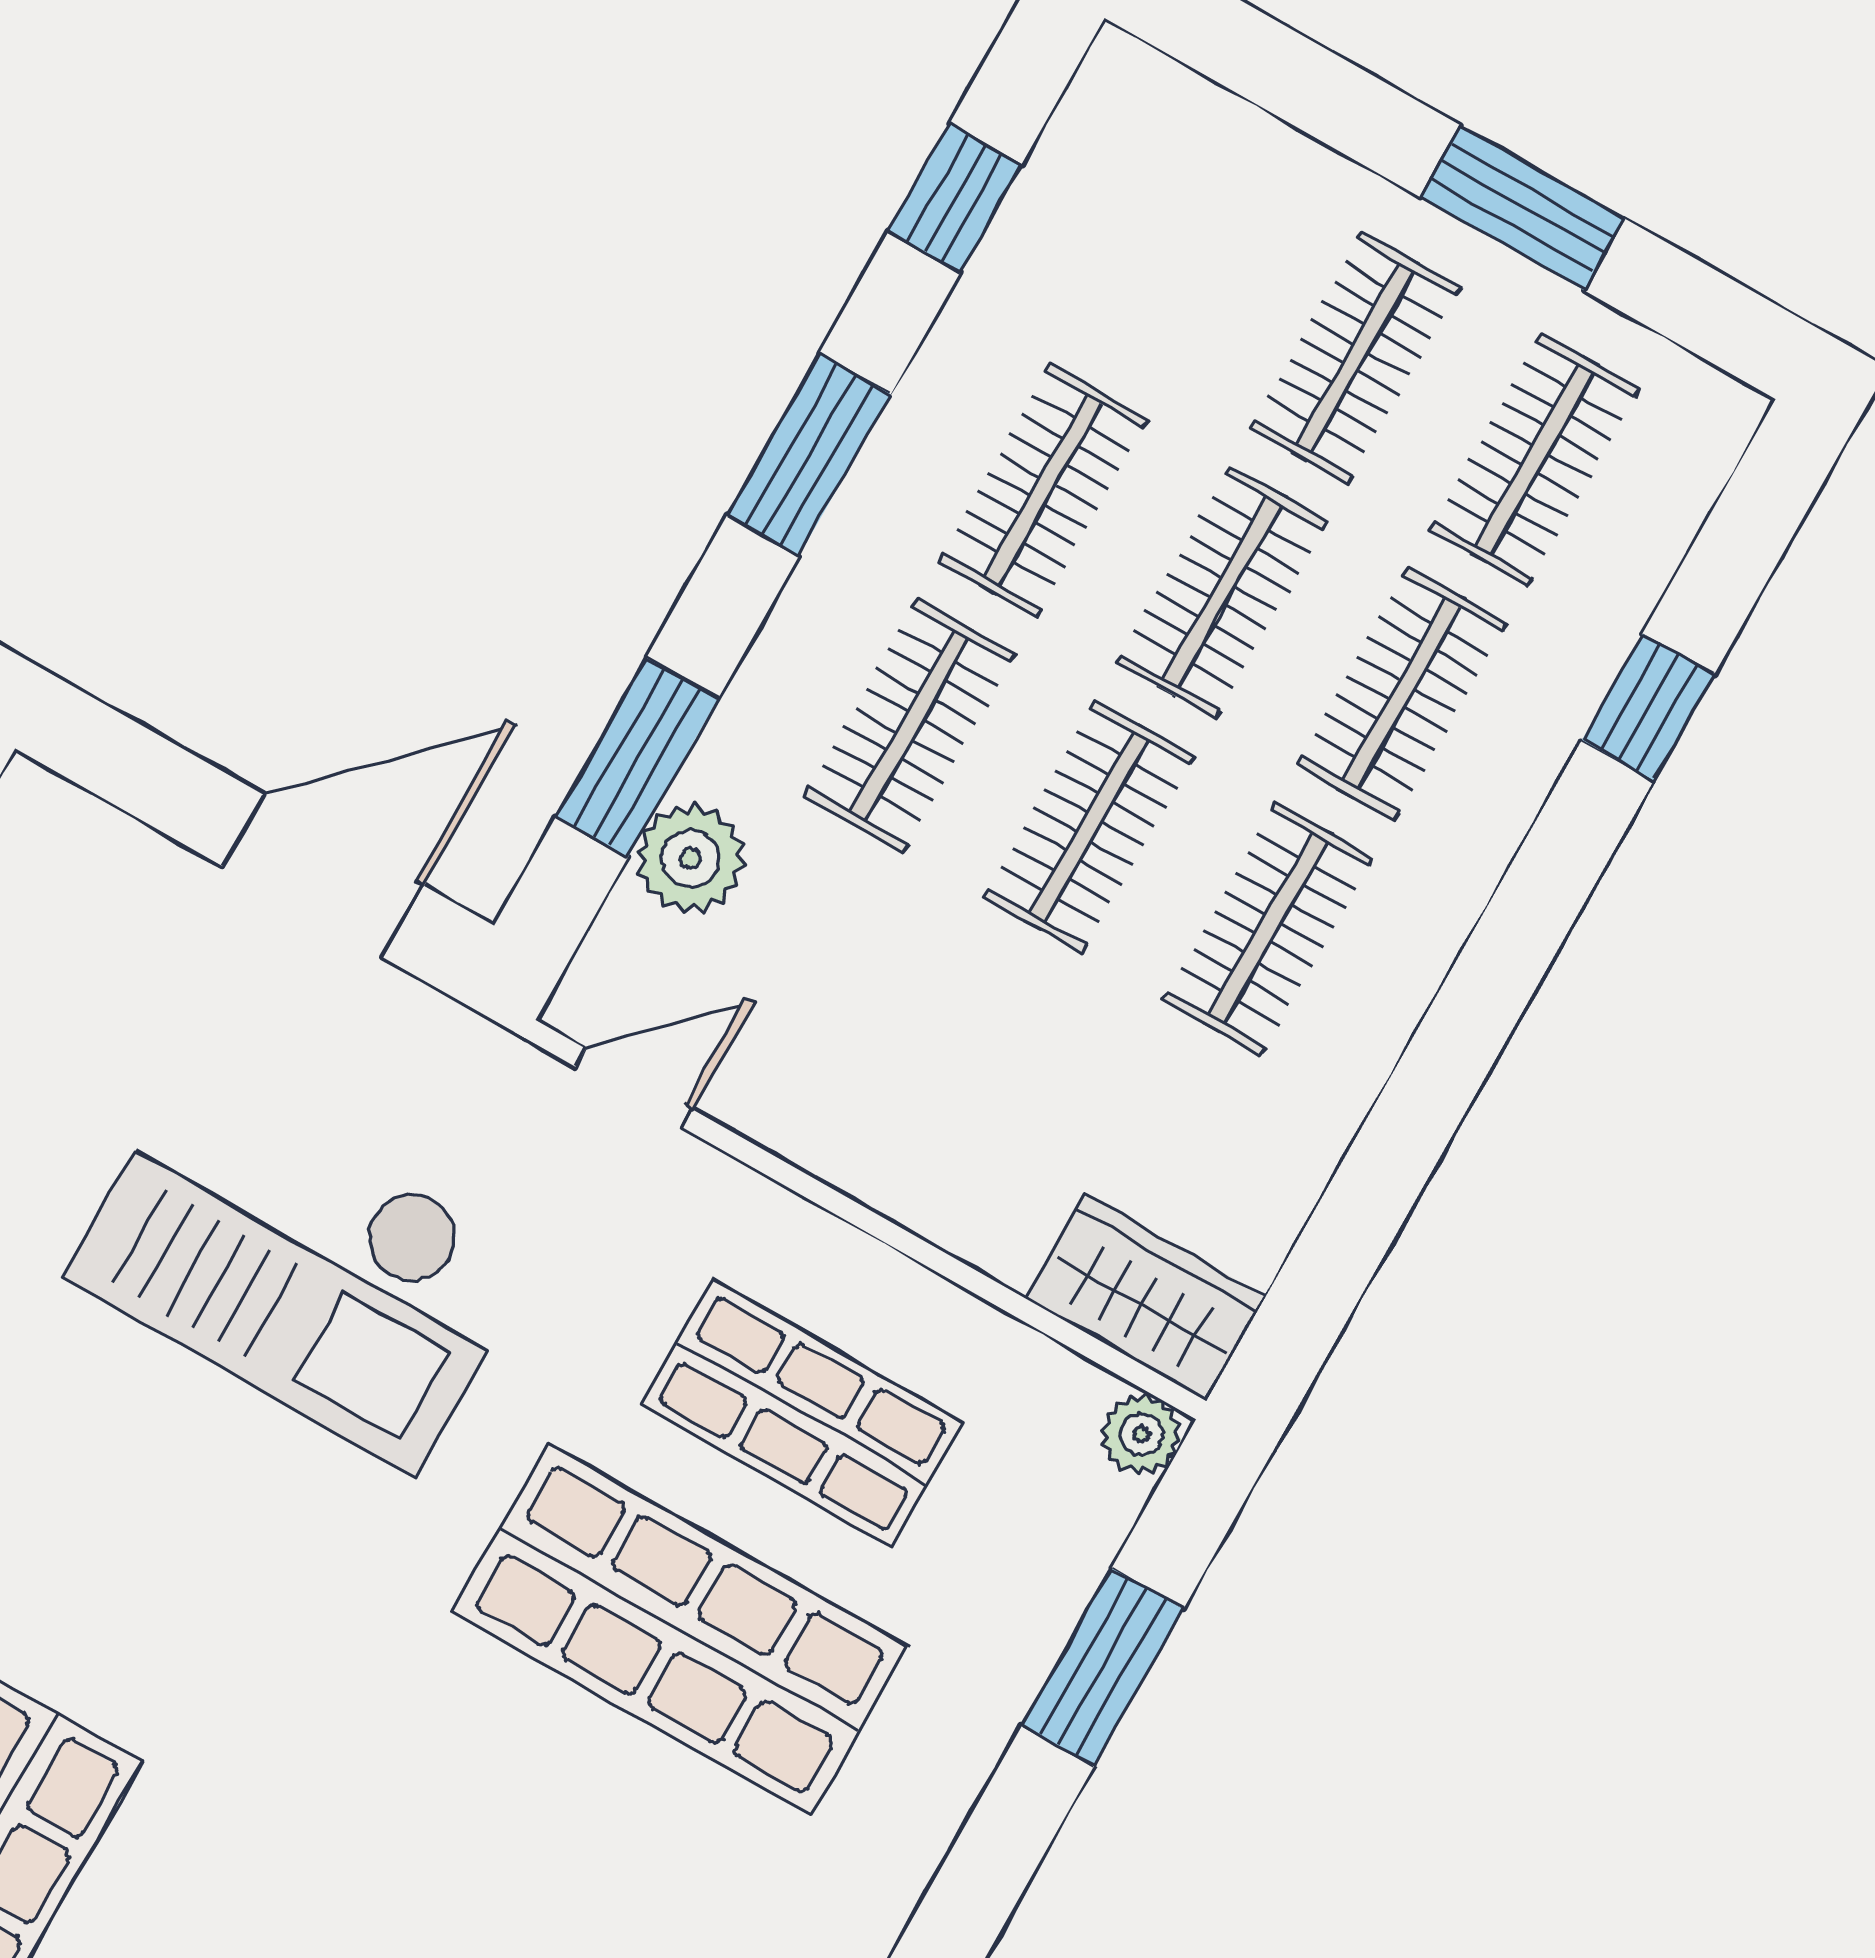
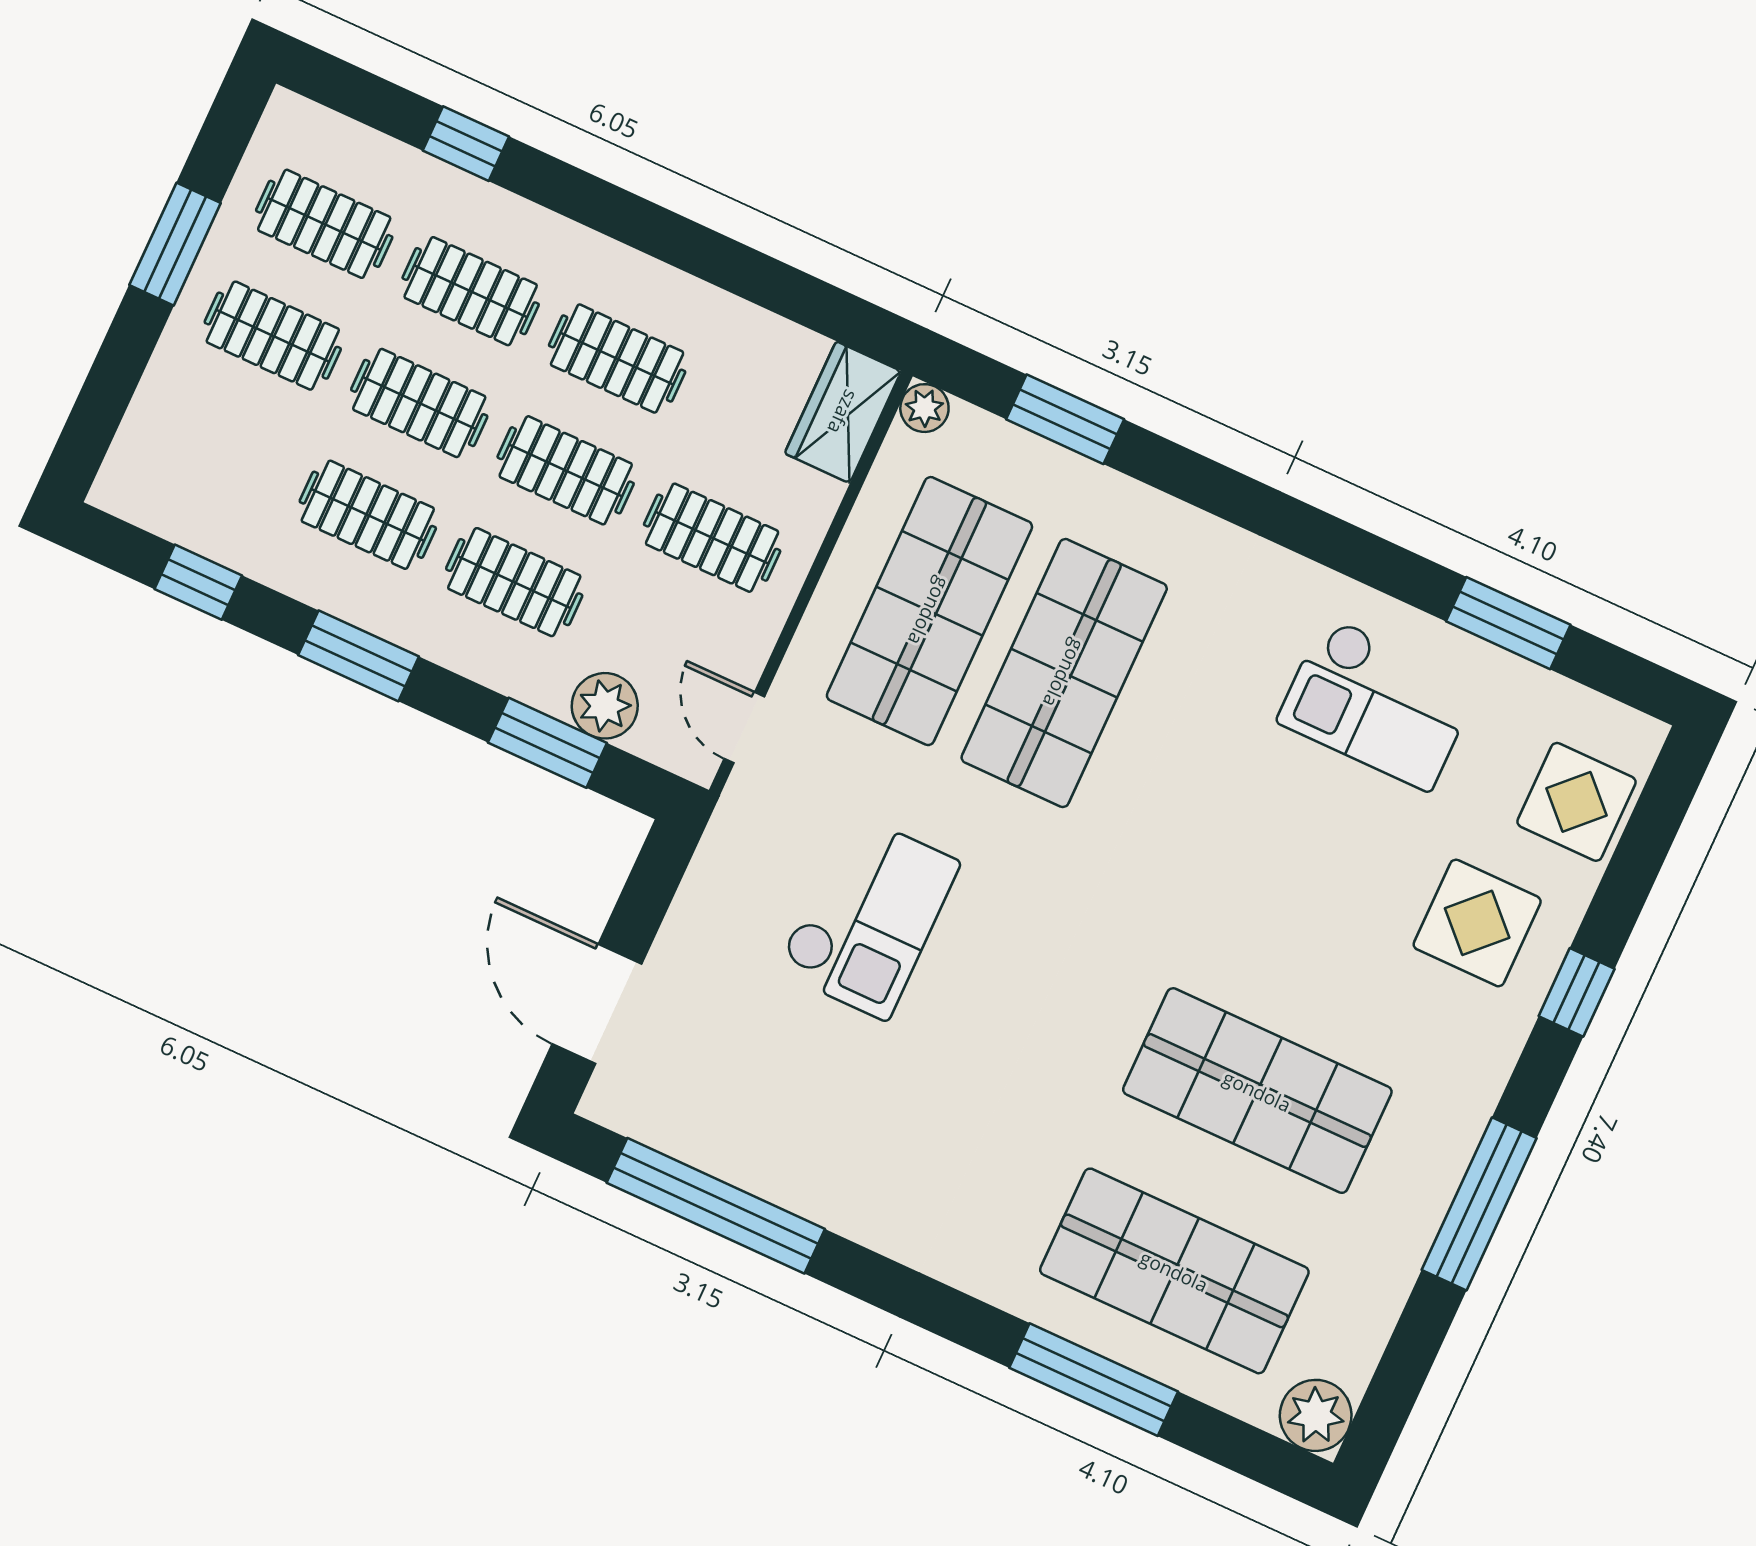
door: (323, 876) -> (597, 1004), moved
clothes rail: (956, 1062) -> (712, 538), added
checkout: (302, 1268) -> (868, 916), width x0.73, depth x0.83
shop shelf: (802, 1414) -> (929, 611), width x1.43, depth x1.36

